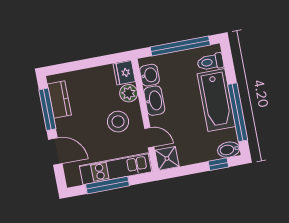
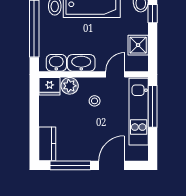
kitchen counter: (59, 100) -> (47, 144), moved, turned 90
stool: (118, 122) -> (95, 101), width x0.53, depth x0.53
shower: (167, 158) -> (138, 45), moved
window: (108, 185) -> (153, 106), moved

